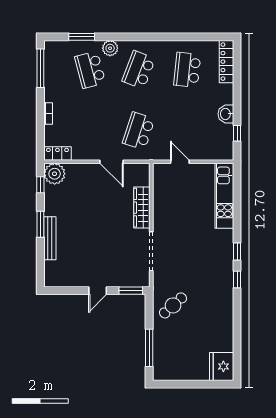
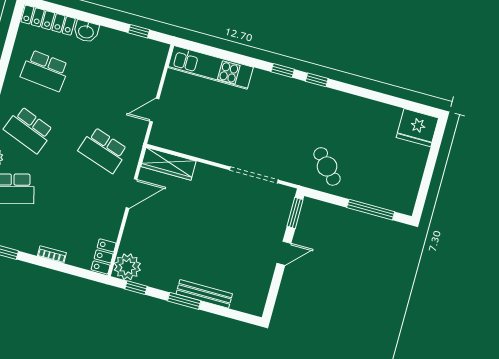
washbasin: (226, 114) -> (86, 31), moved
wardrobe: (142, 208) -> (168, 164), moved
door: (98, 291) -> (284, 253), hinge flipped

